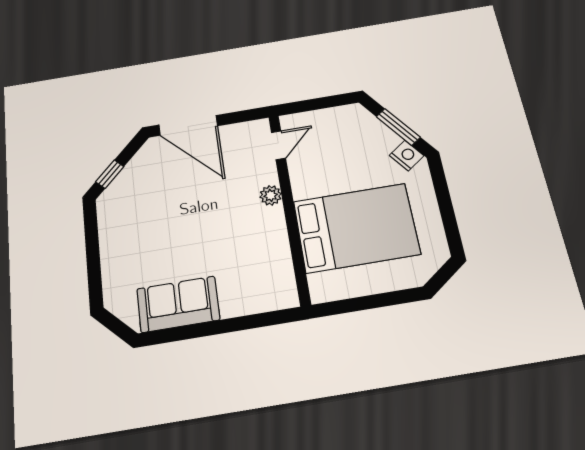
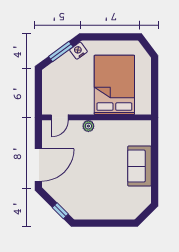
door: (278, 145) -> (60, 117), swing flipped
sofa: (178, 304) -> (139, 166), moved

